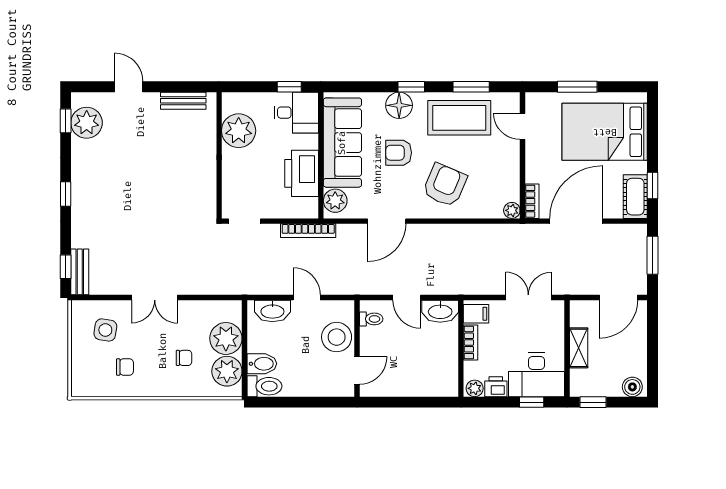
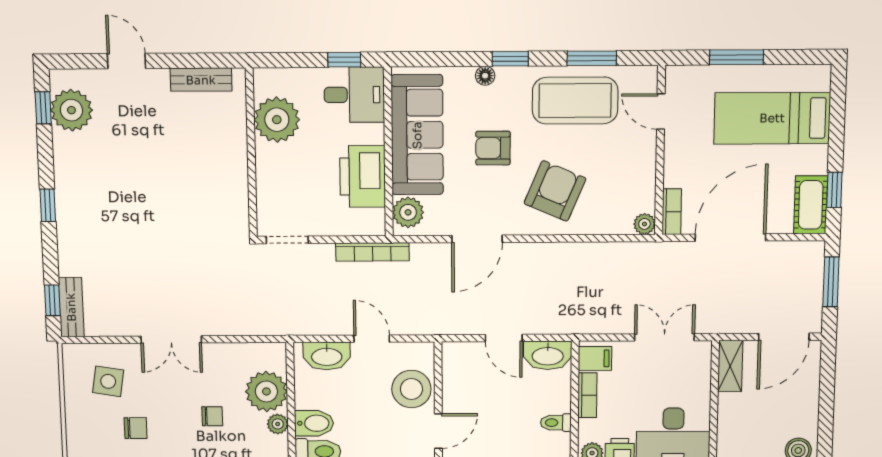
floor lamp: (399, 105) -> (485, 76), width x0.53, depth x0.53
bed: (605, 132) -> (772, 118), width x0.67
toilet: (371, 319) -> (556, 423), moved, turned 180
shelving: (579, 348) -> (730, 366), moved
plant: (227, 371) -> (278, 424), width x0.53, depth x0.53

